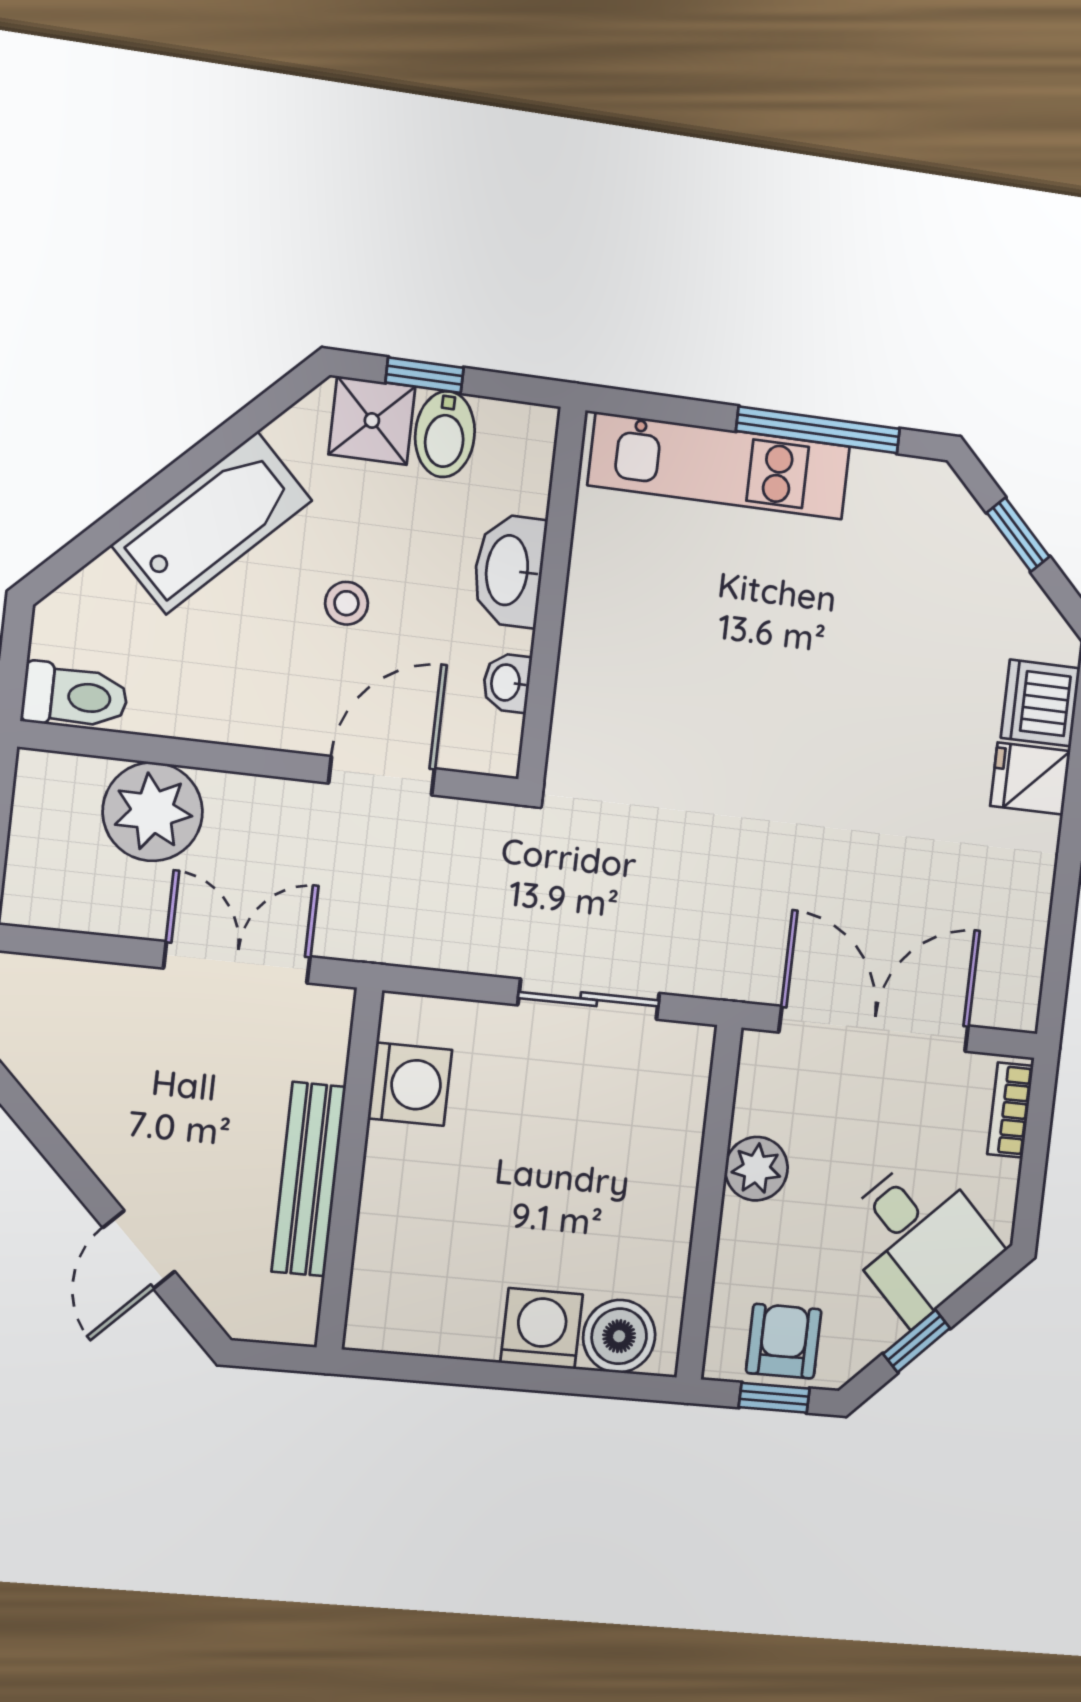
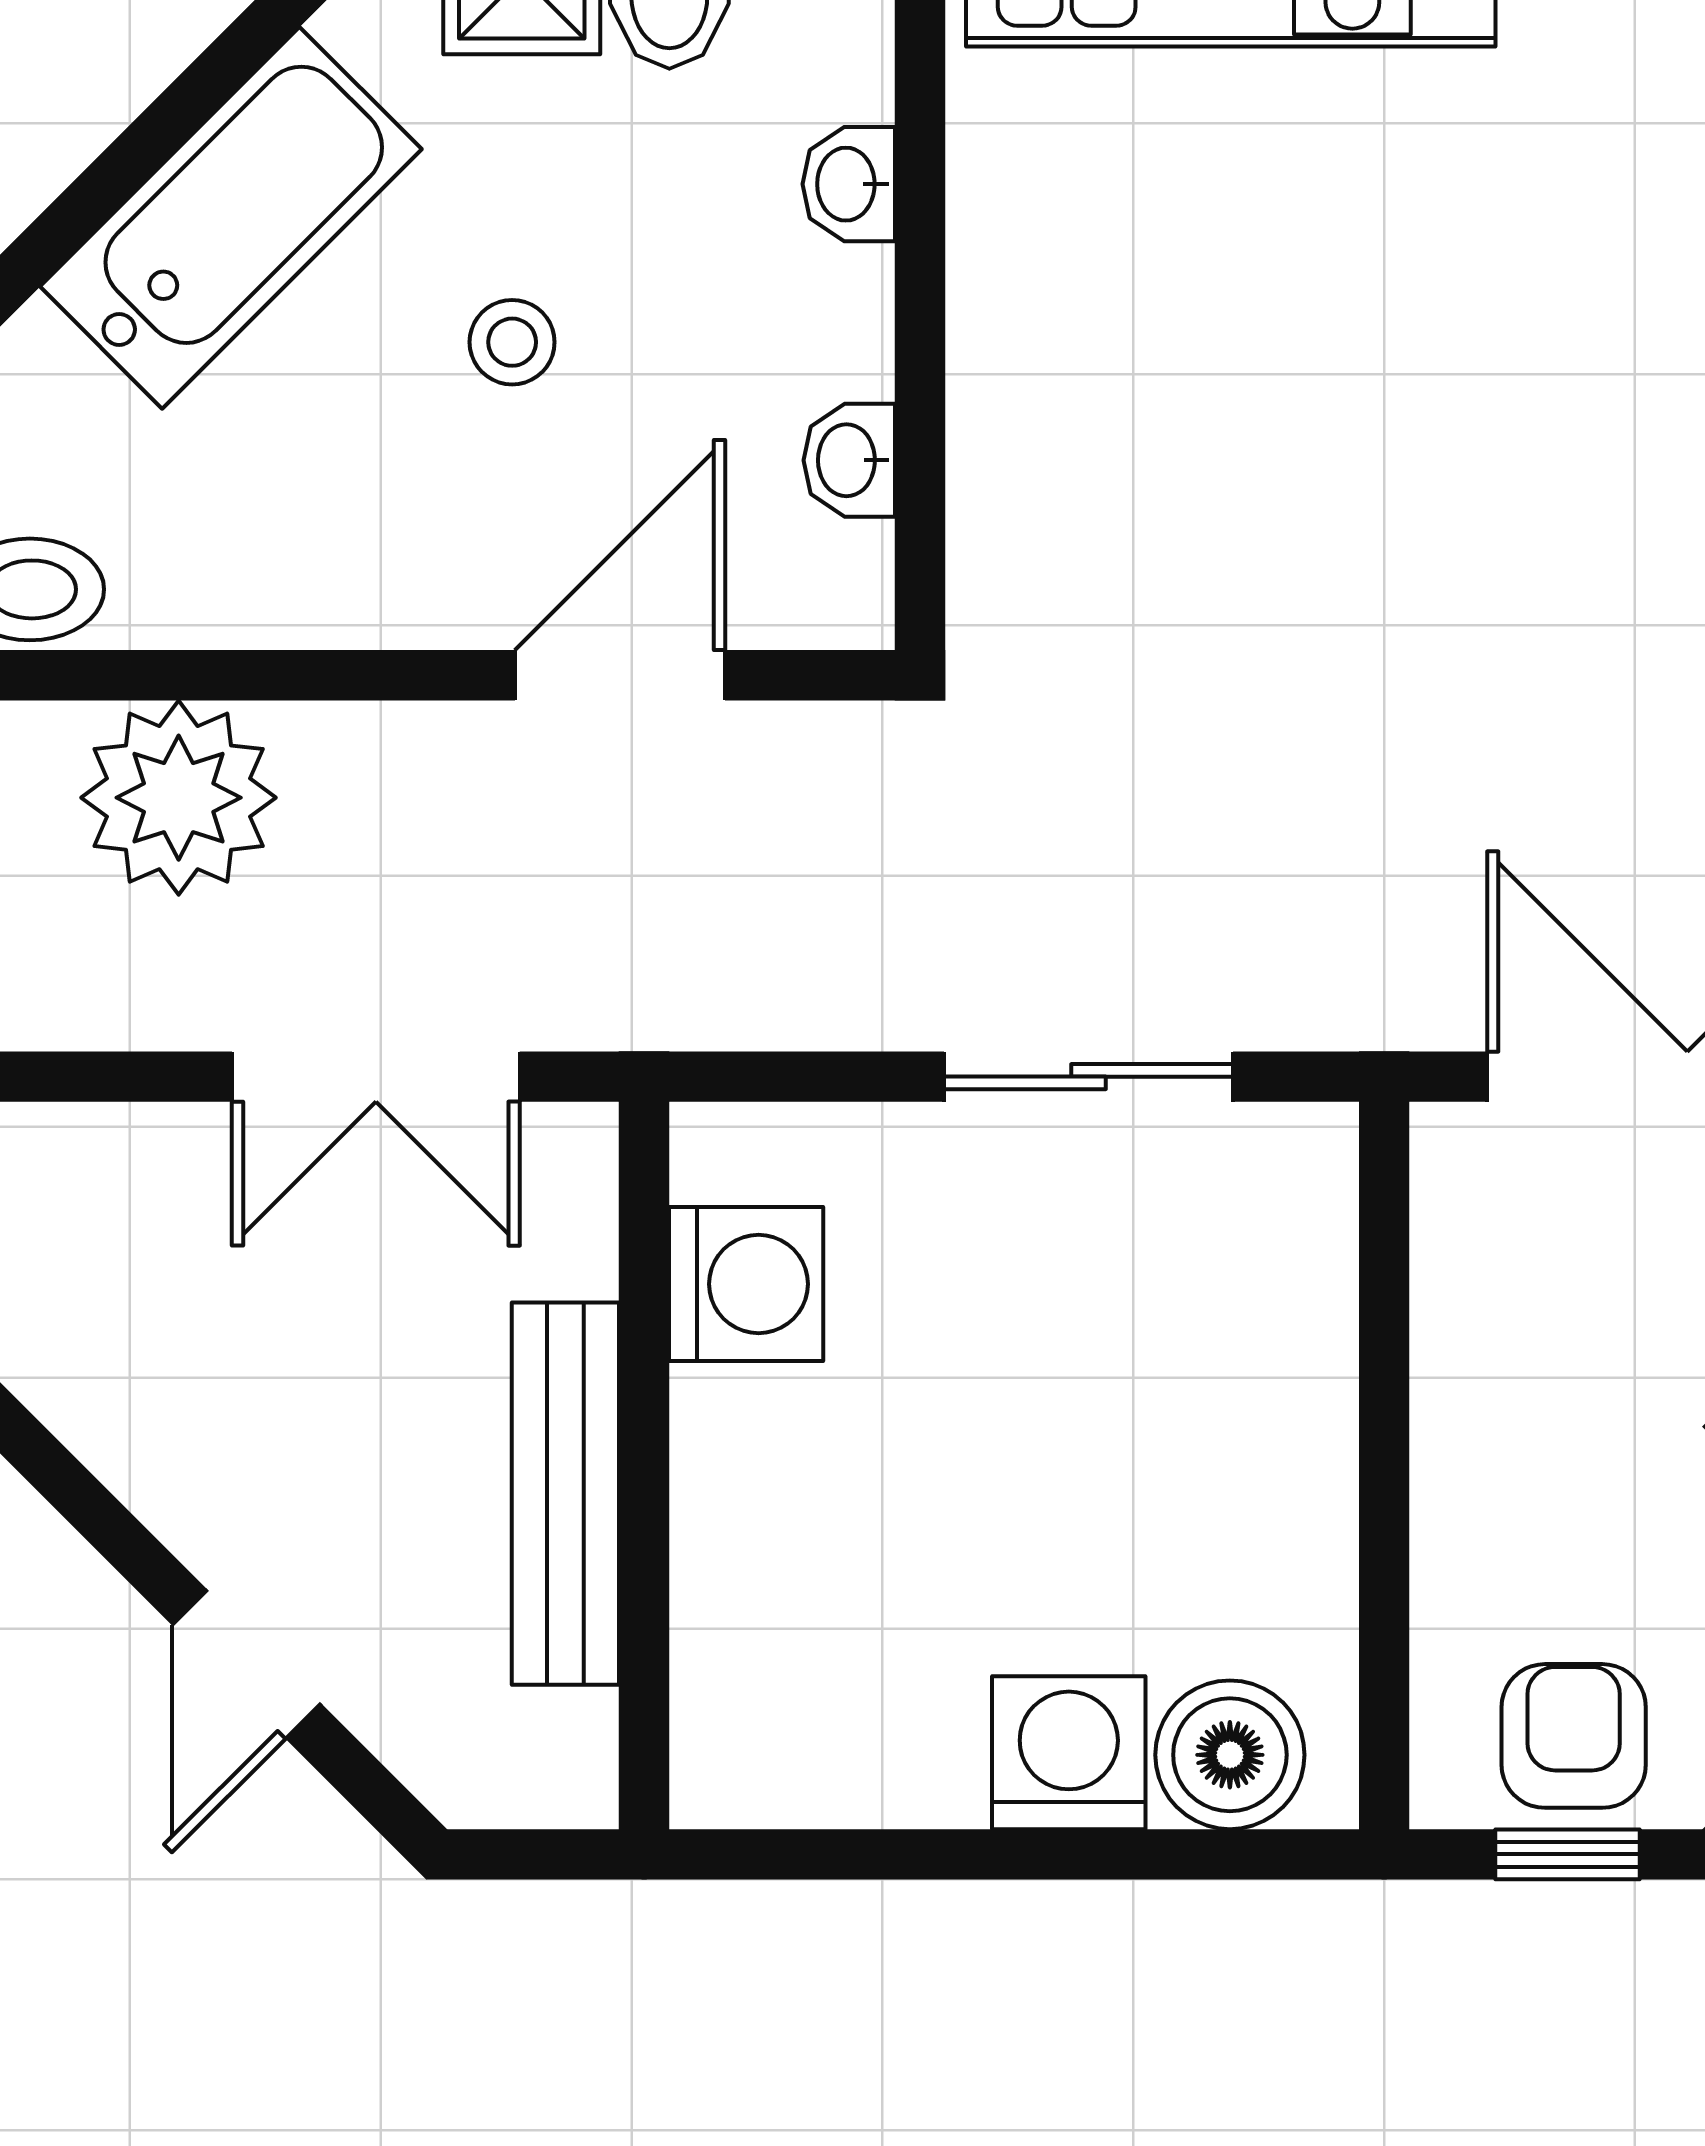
washbasin: (509, 570) -> (849, 184), width x0.52, depth x0.69
double door: (237, 962) -> (376, 1077), swing flipped
plant: (756, 1169) -> (1475, 1387), removed

